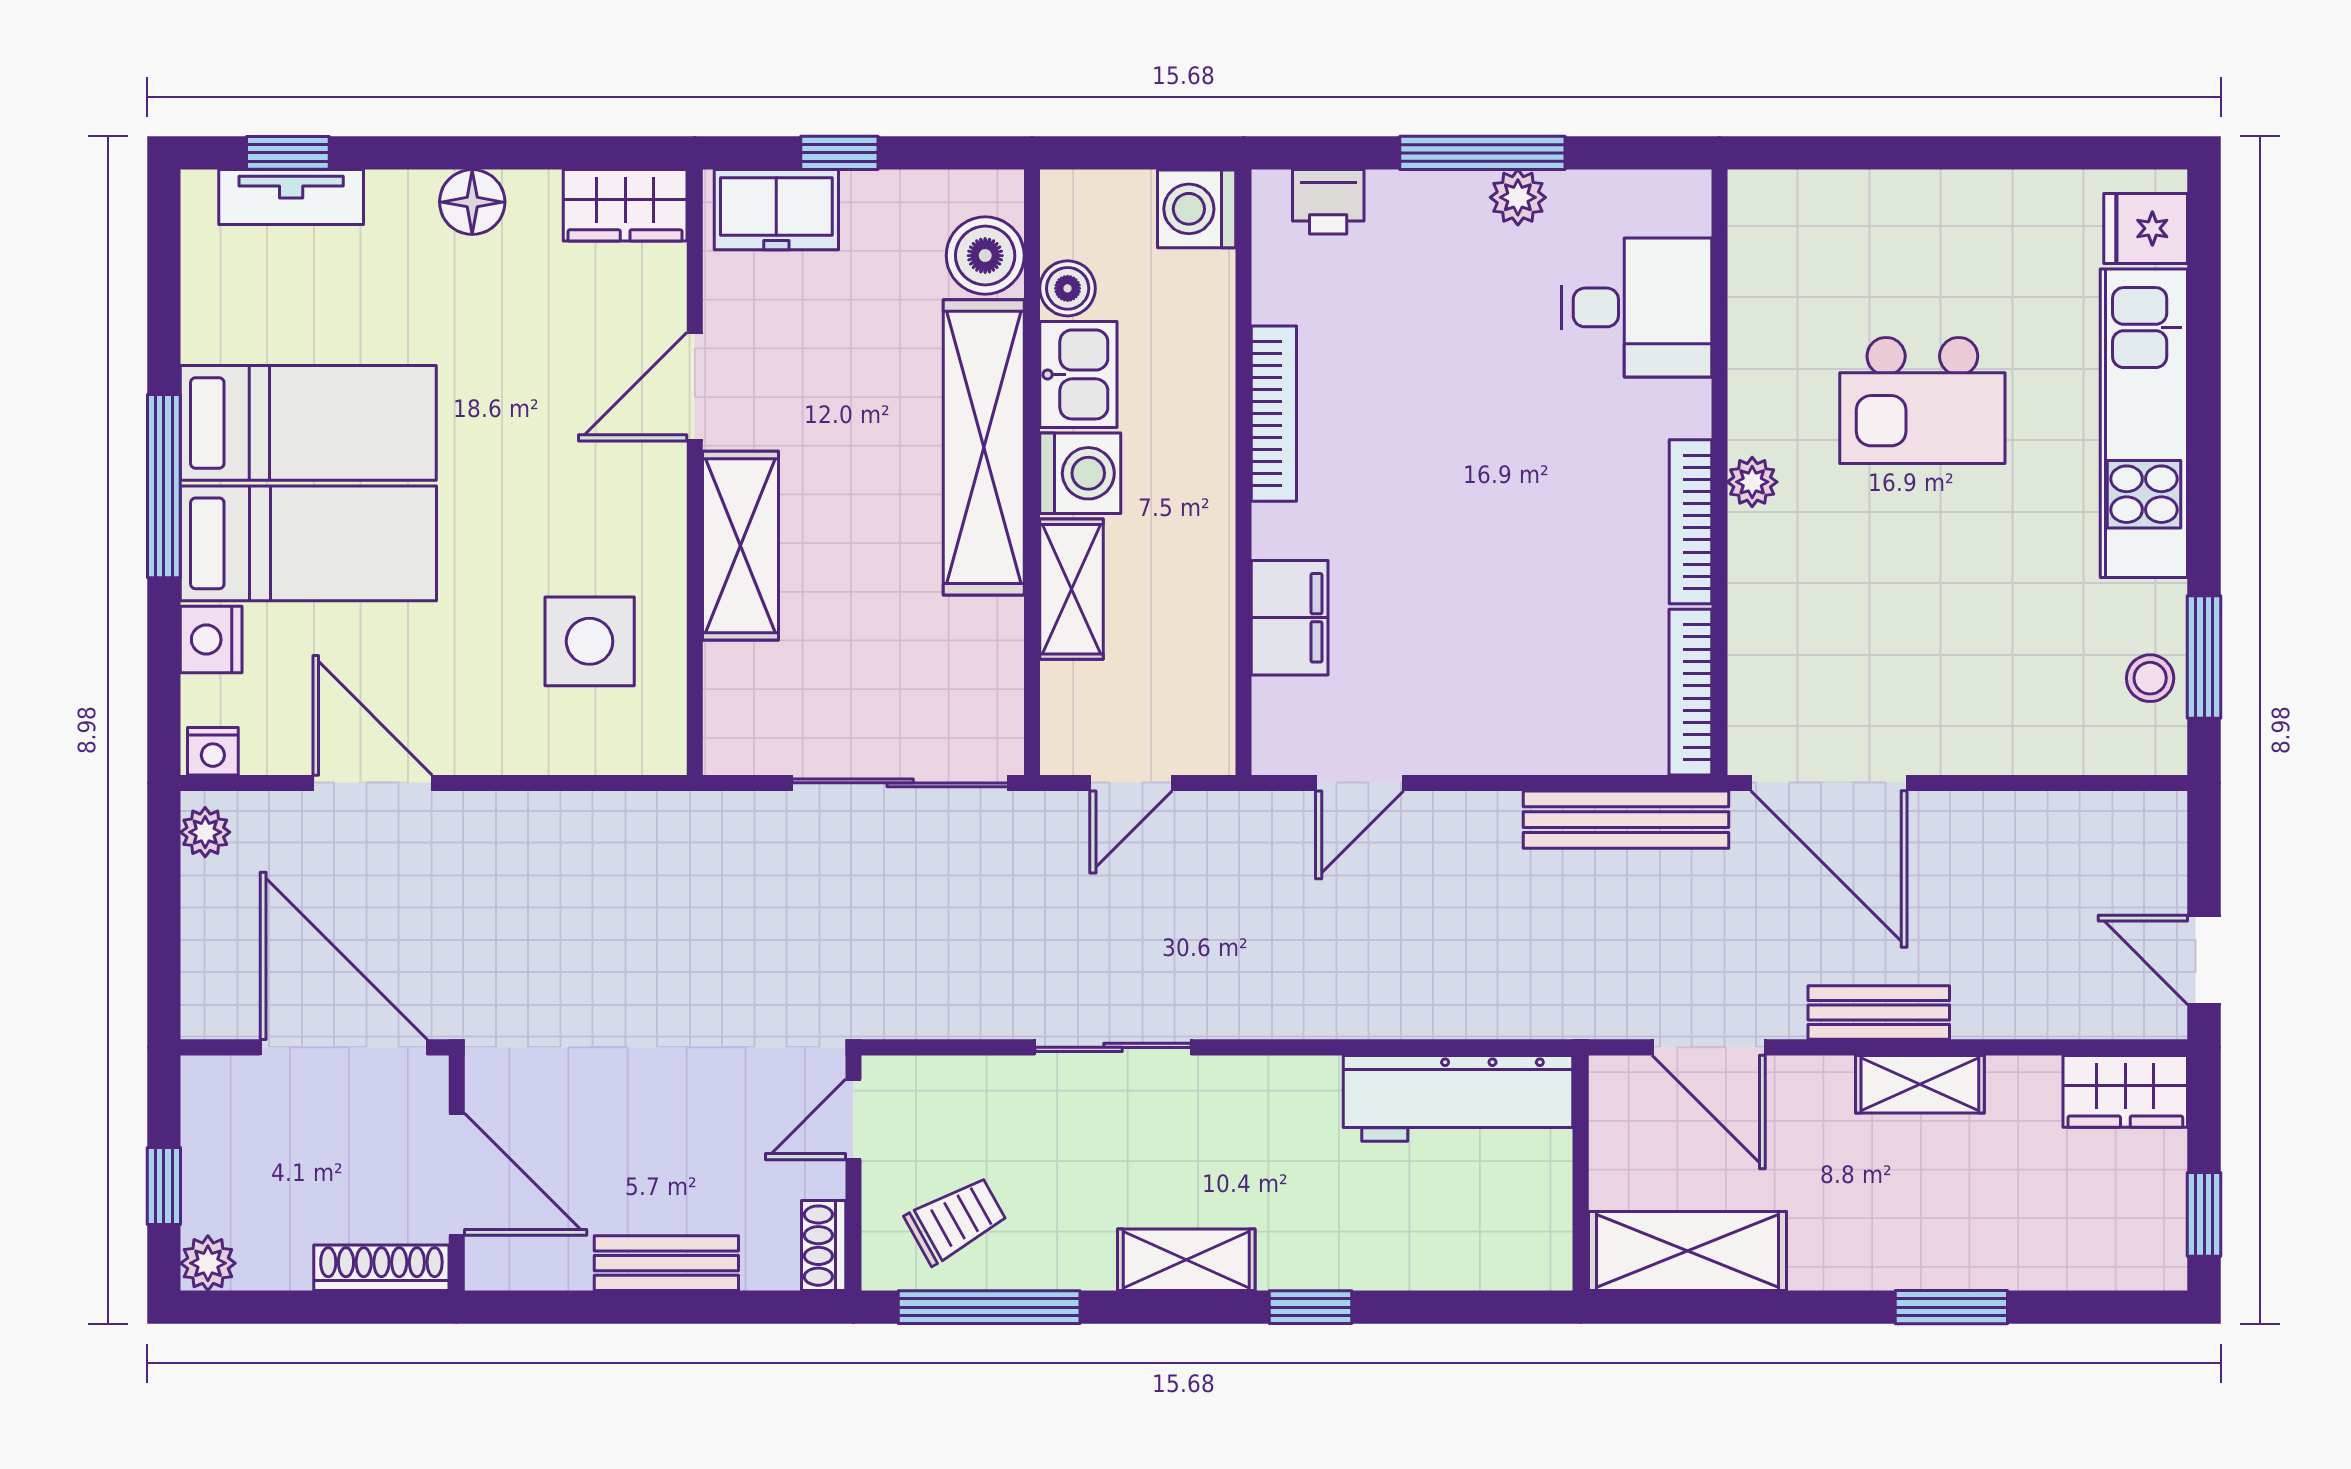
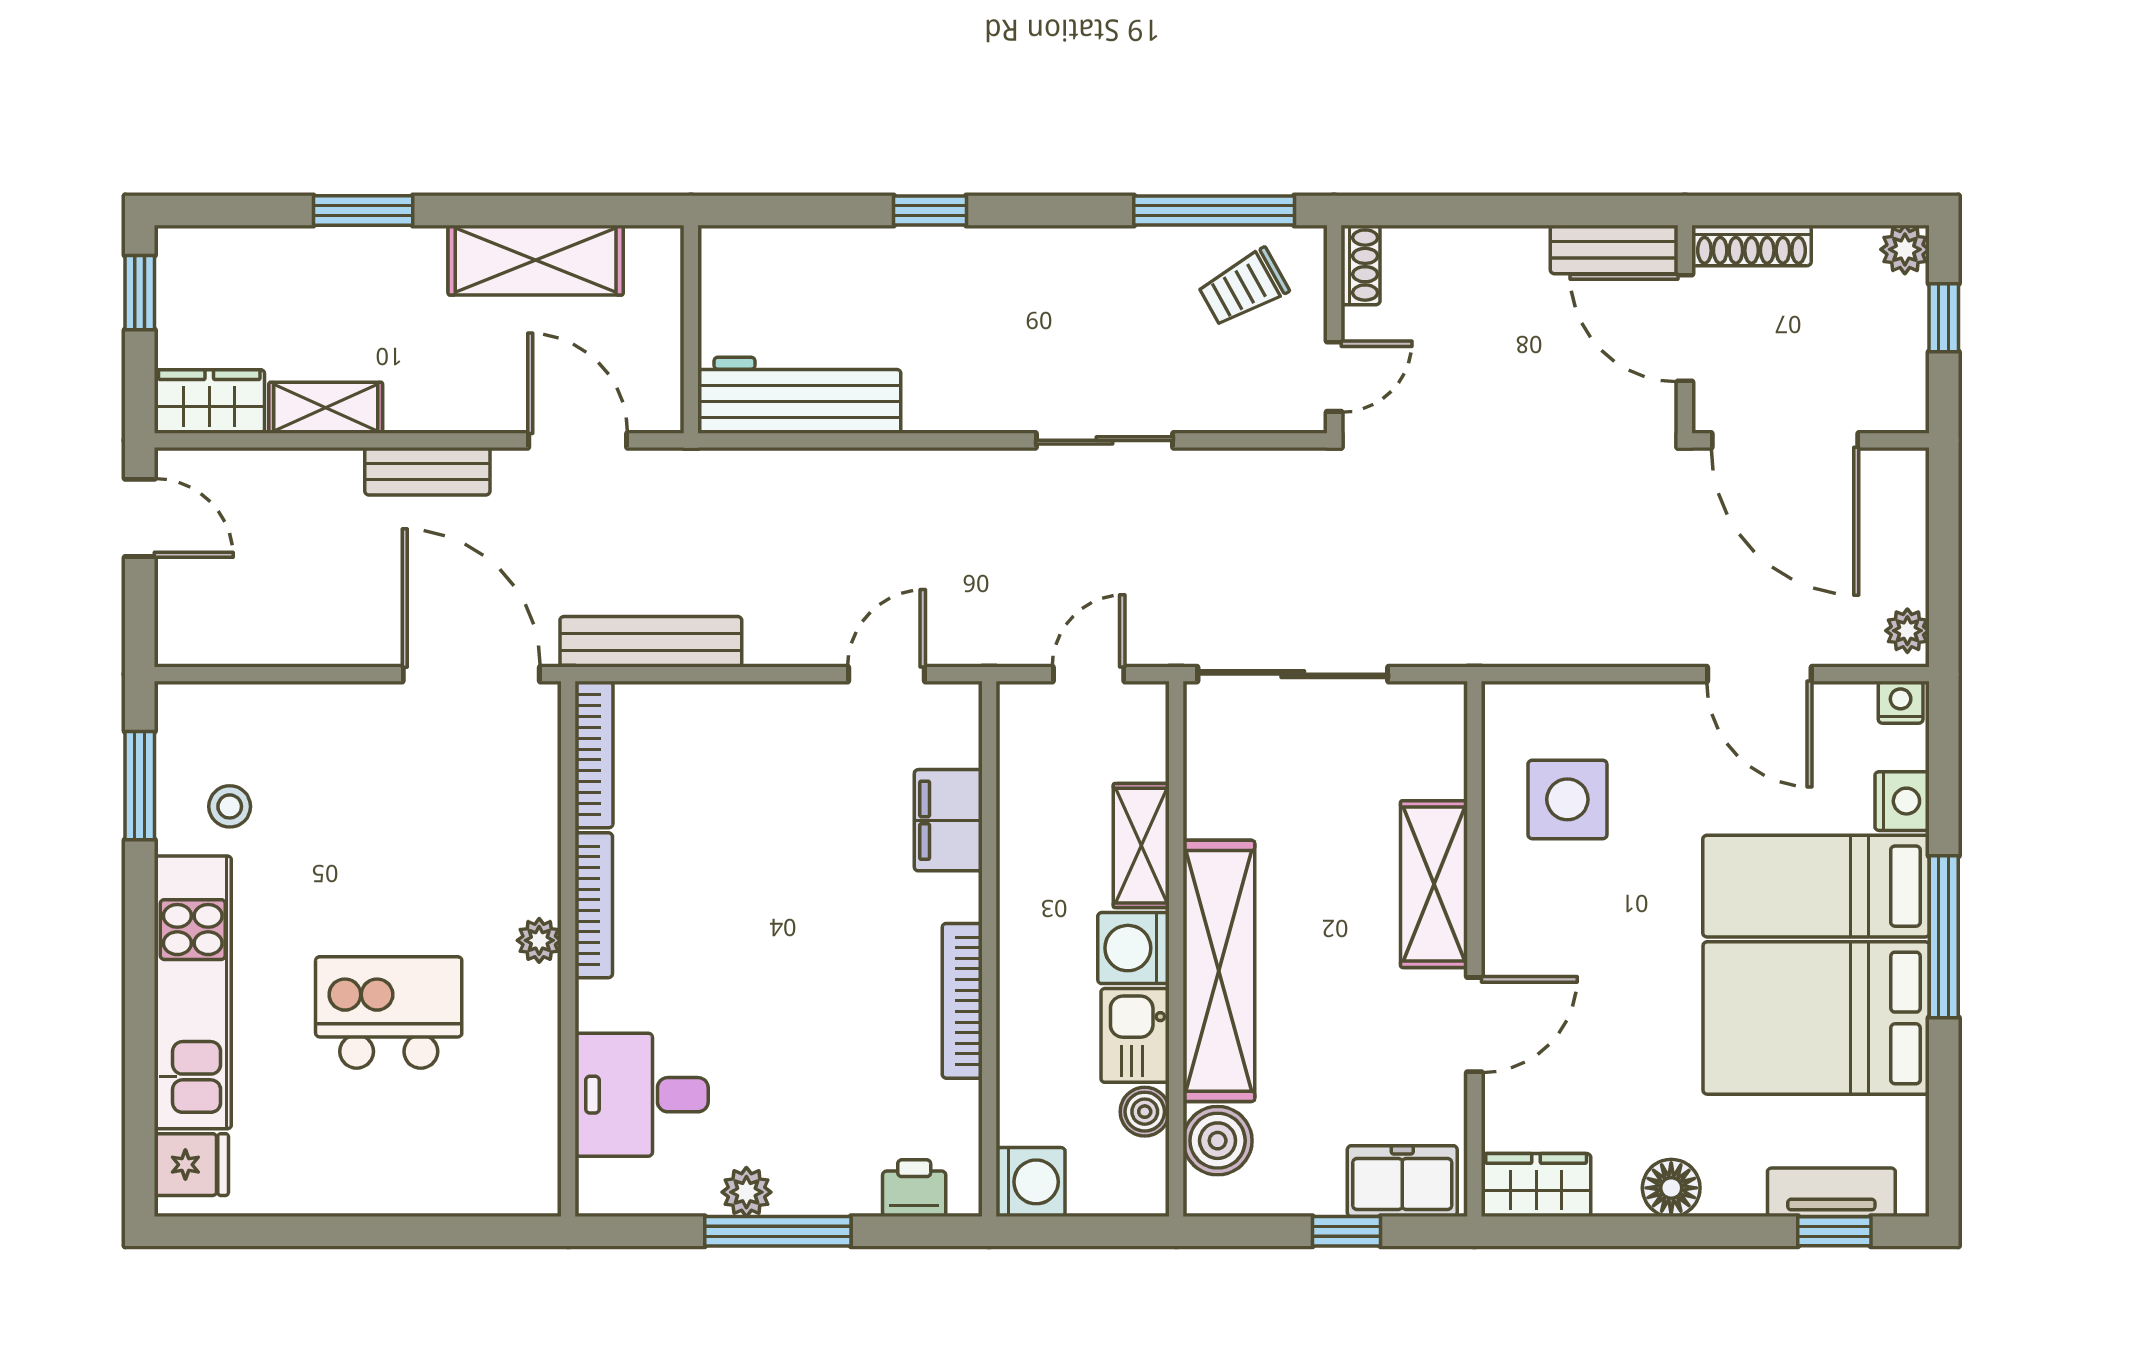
bed: (308, 423) -> (1816, 1018), width x1.50
stool: (2150, 678) -> (230, 806), moved
shelving: (1920, 1084) -> (326, 408), moved
shelving: (1688, 1251) -> (536, 260), moved
shelving: (1186, 1260) -> (1040, 253), removed
bench: (666, 1263) -> (1614, 250), moved

